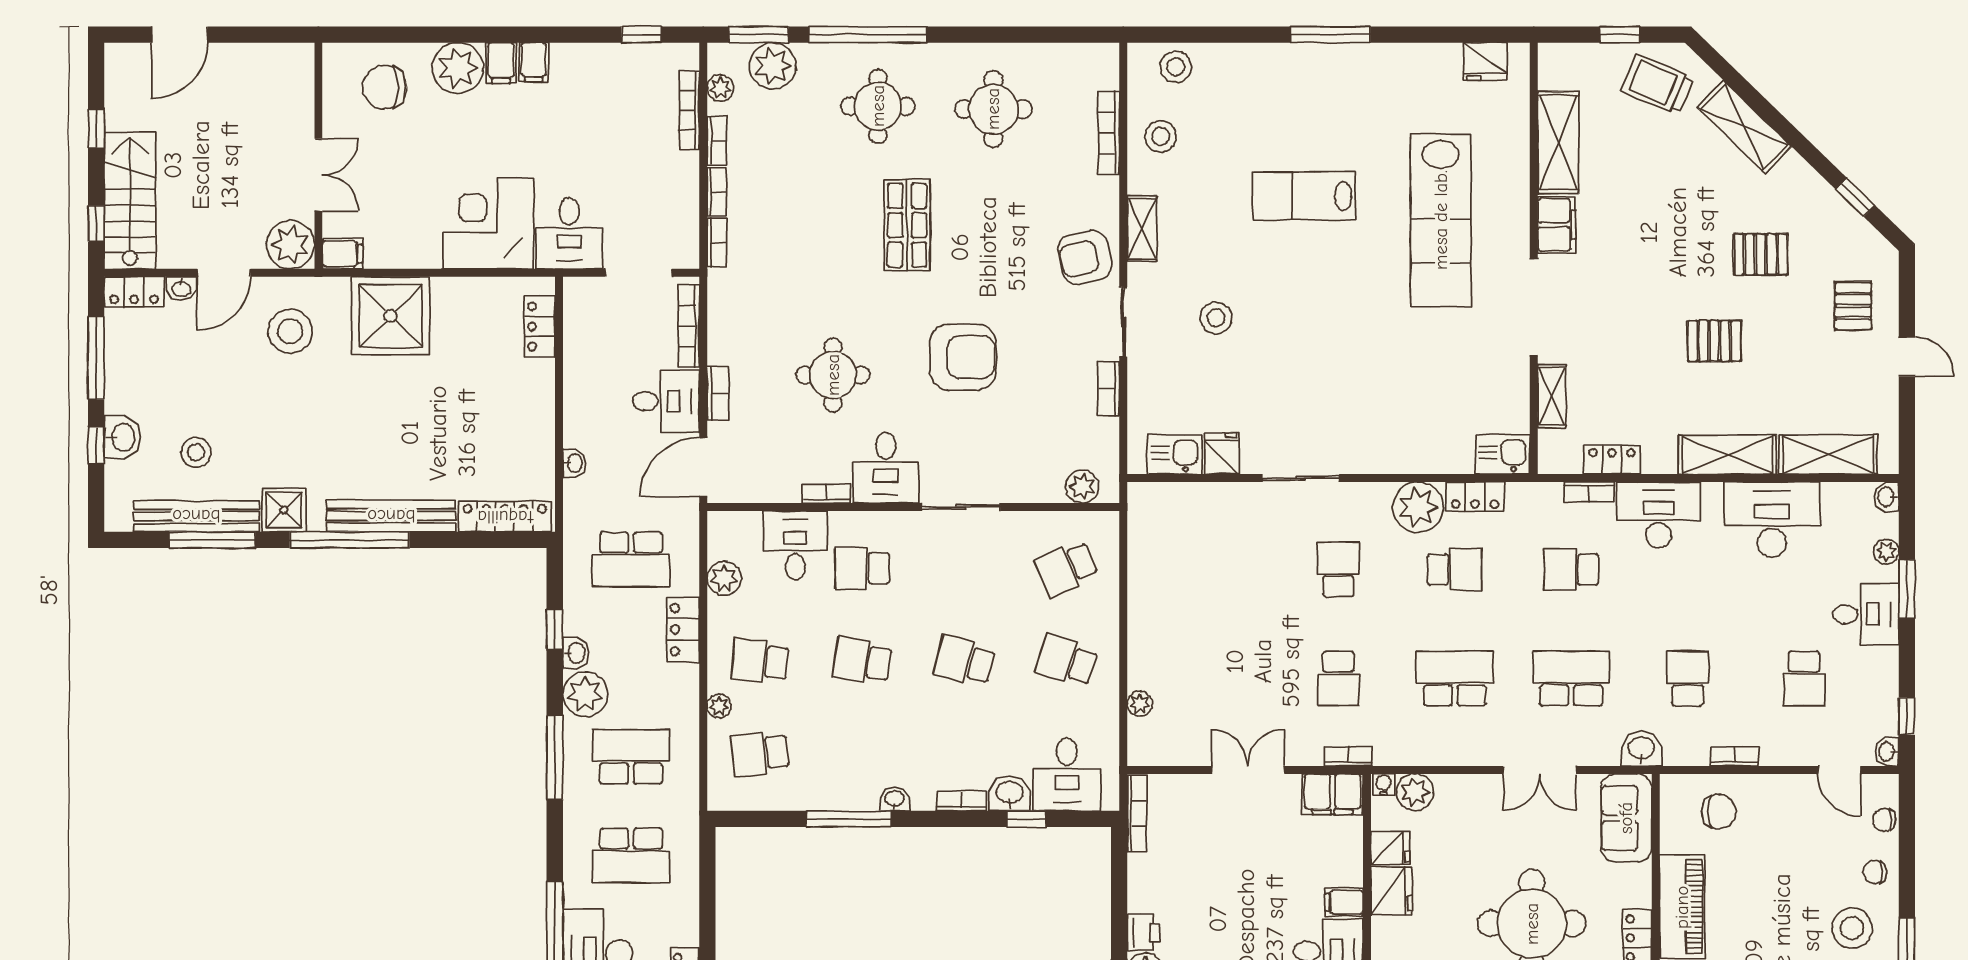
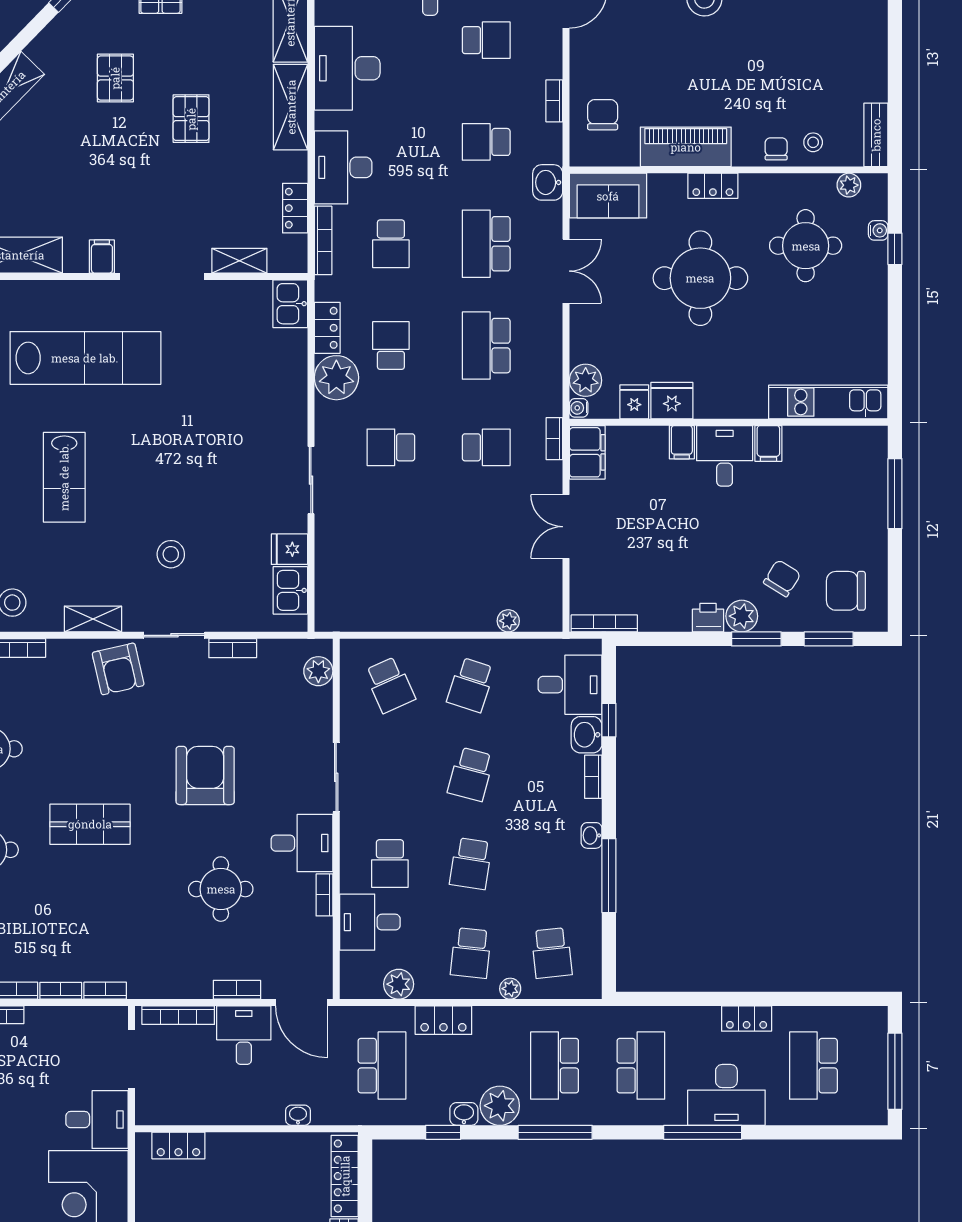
filing cabinet: (1557, 225) -> (102, 256), width x0.50
bookcase: (1589, 492) -> (323, 240), width x1.56

